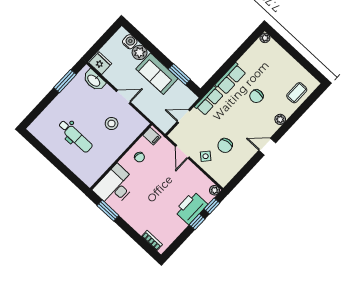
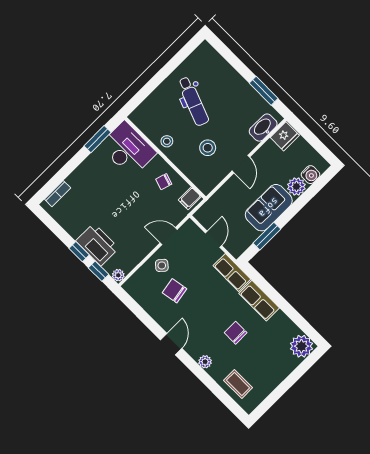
plant: (265, 38) -> (301, 346), width x1.87, depth x1.87
dental chair: (75, 136) -> (193, 101), turned -69
stool: (108, 156) -> (167, 141), added

